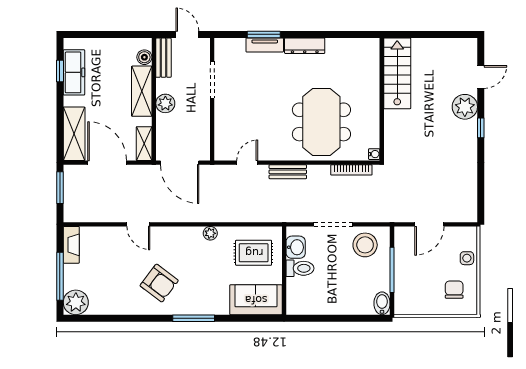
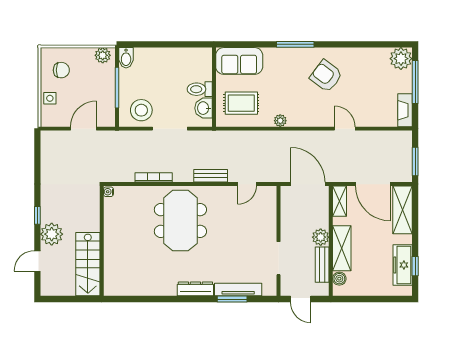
tv unit: (265, 45) -> (238, 290), width x1.41
bench: (163, 58) -> (322, 265), moved
stairs: (397, 73) -> (88, 264), moved
wall: (382, 99) -> (102, 241), moved
water cooler: (374, 154) -> (108, 192), moved
chair: (454, 290) -> (61, 70), turned -90
plant: (408, 306) -> (103, 55), added

